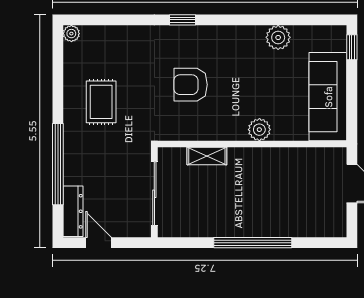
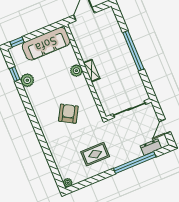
window: (183, 20) -> (15, 74), moved
armchair: (191, 85) -> (68, 114), turned -150
shelving: (207, 156) -> (92, 71), moved
dresser: (73, 211) -> (151, 147), width x0.70

